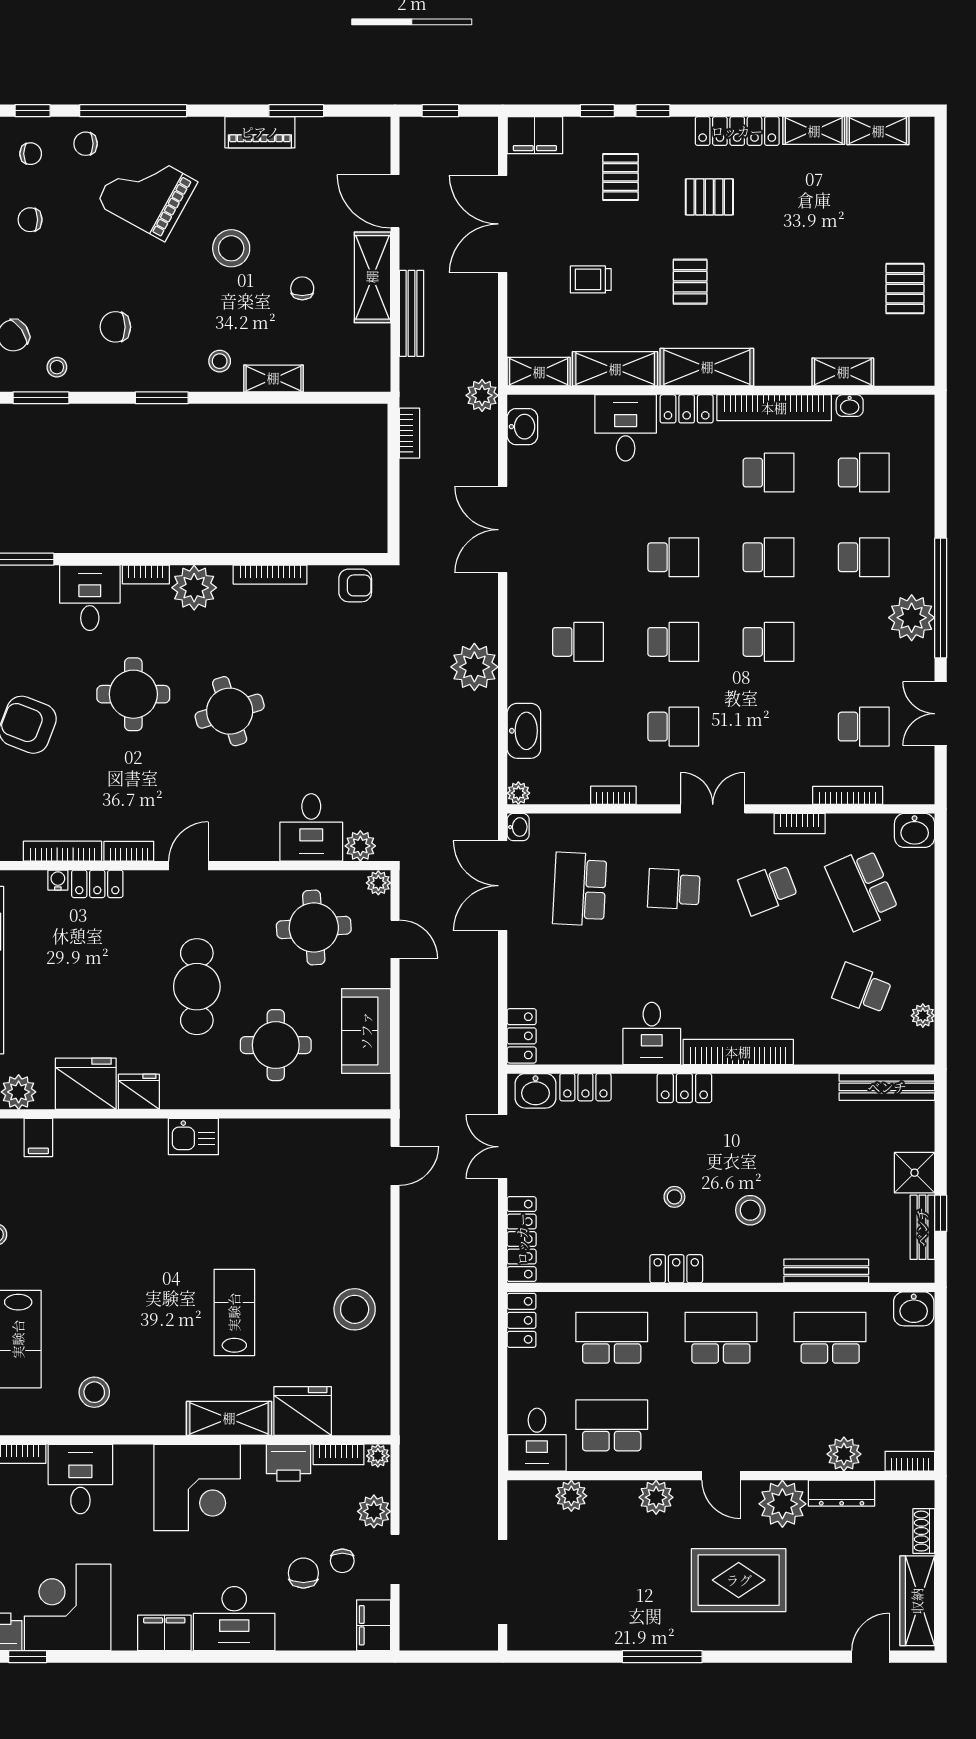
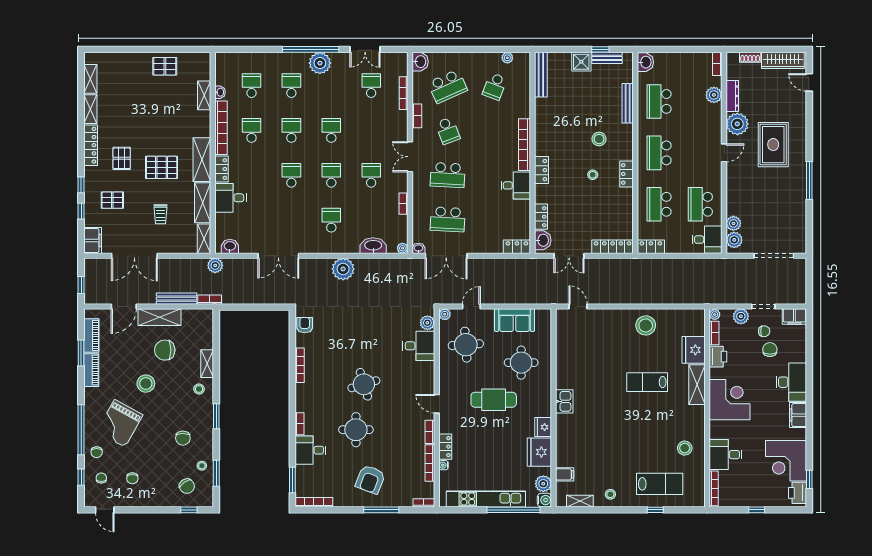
piano: (333, 133) -> (91, 336), added
pallet: (690, 282) -> (162, 167), width x1.50, depth x1.42
chair: (302, 288) -> (165, 350), width x1.87, depth x1.87
bookcase: (410, 433) -> (210, 300), moved
plant: (194, 588) -> (306, 401), removed
school desk: (674, 889) -> (448, 175), width x1.85
plant: (656, 1497) -> (734, 240), moved
chair: (303, 1573) -> (770, 350), turned 90

